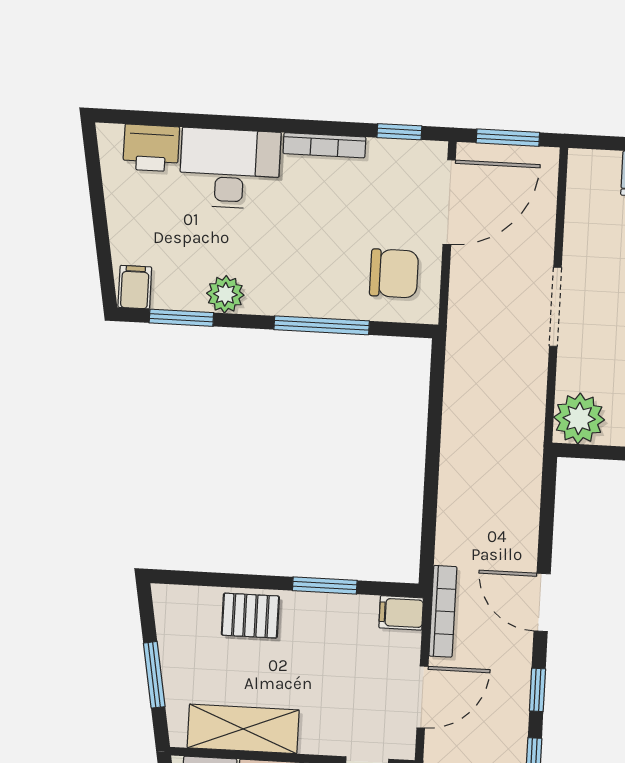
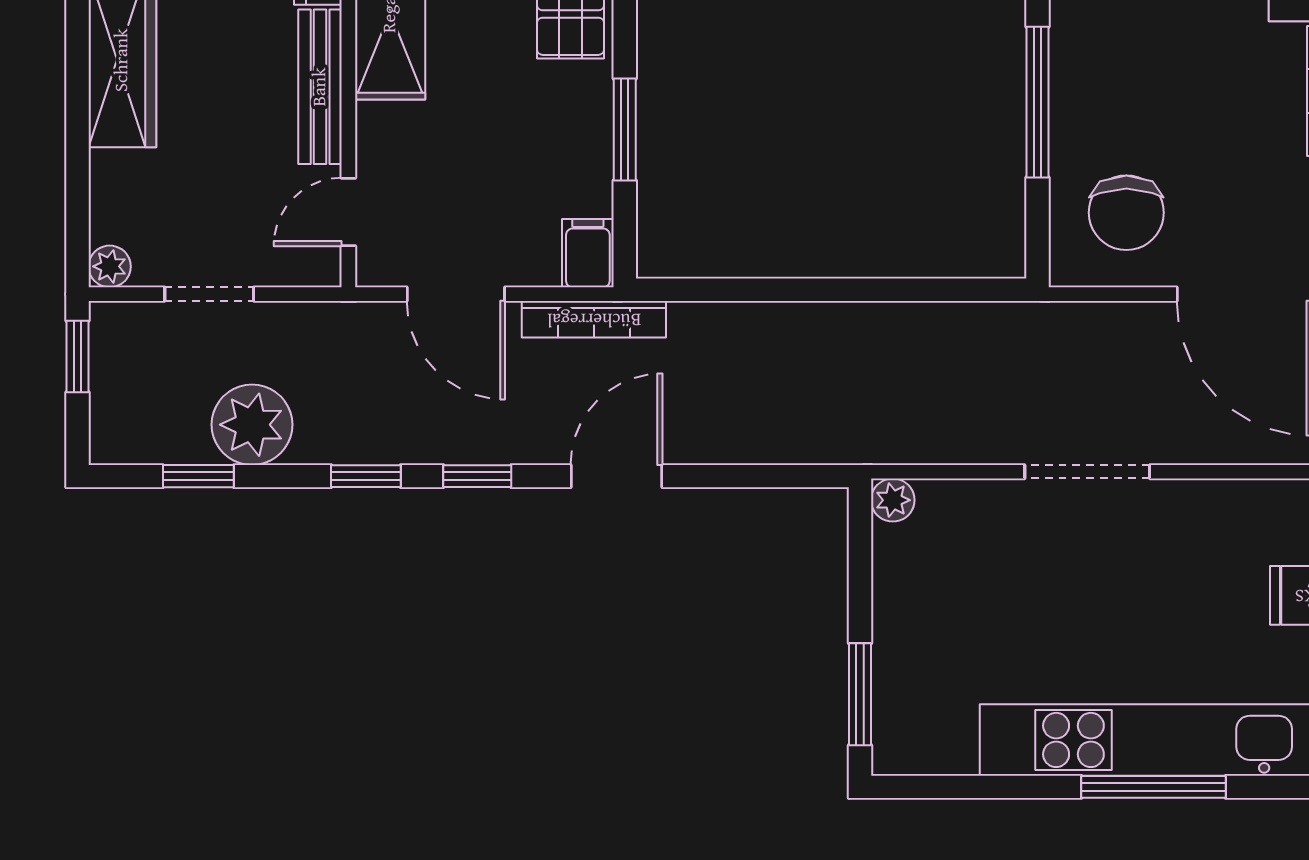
plant: (579, 419) -> (893, 500), width x0.53, depth x0.53

